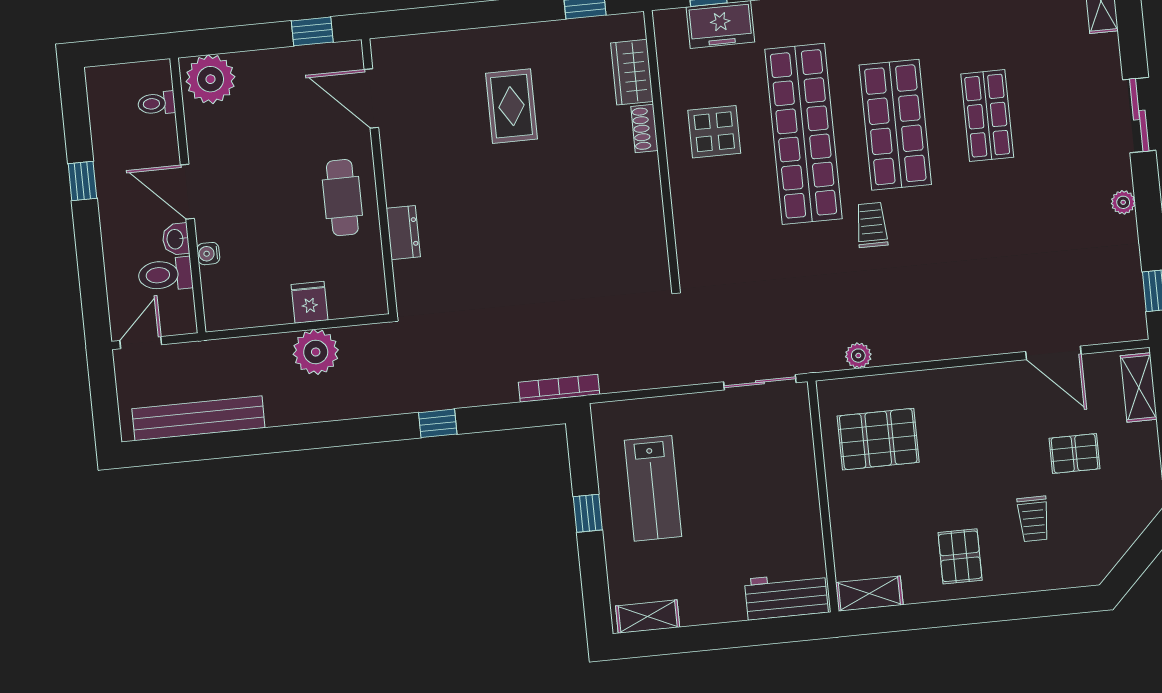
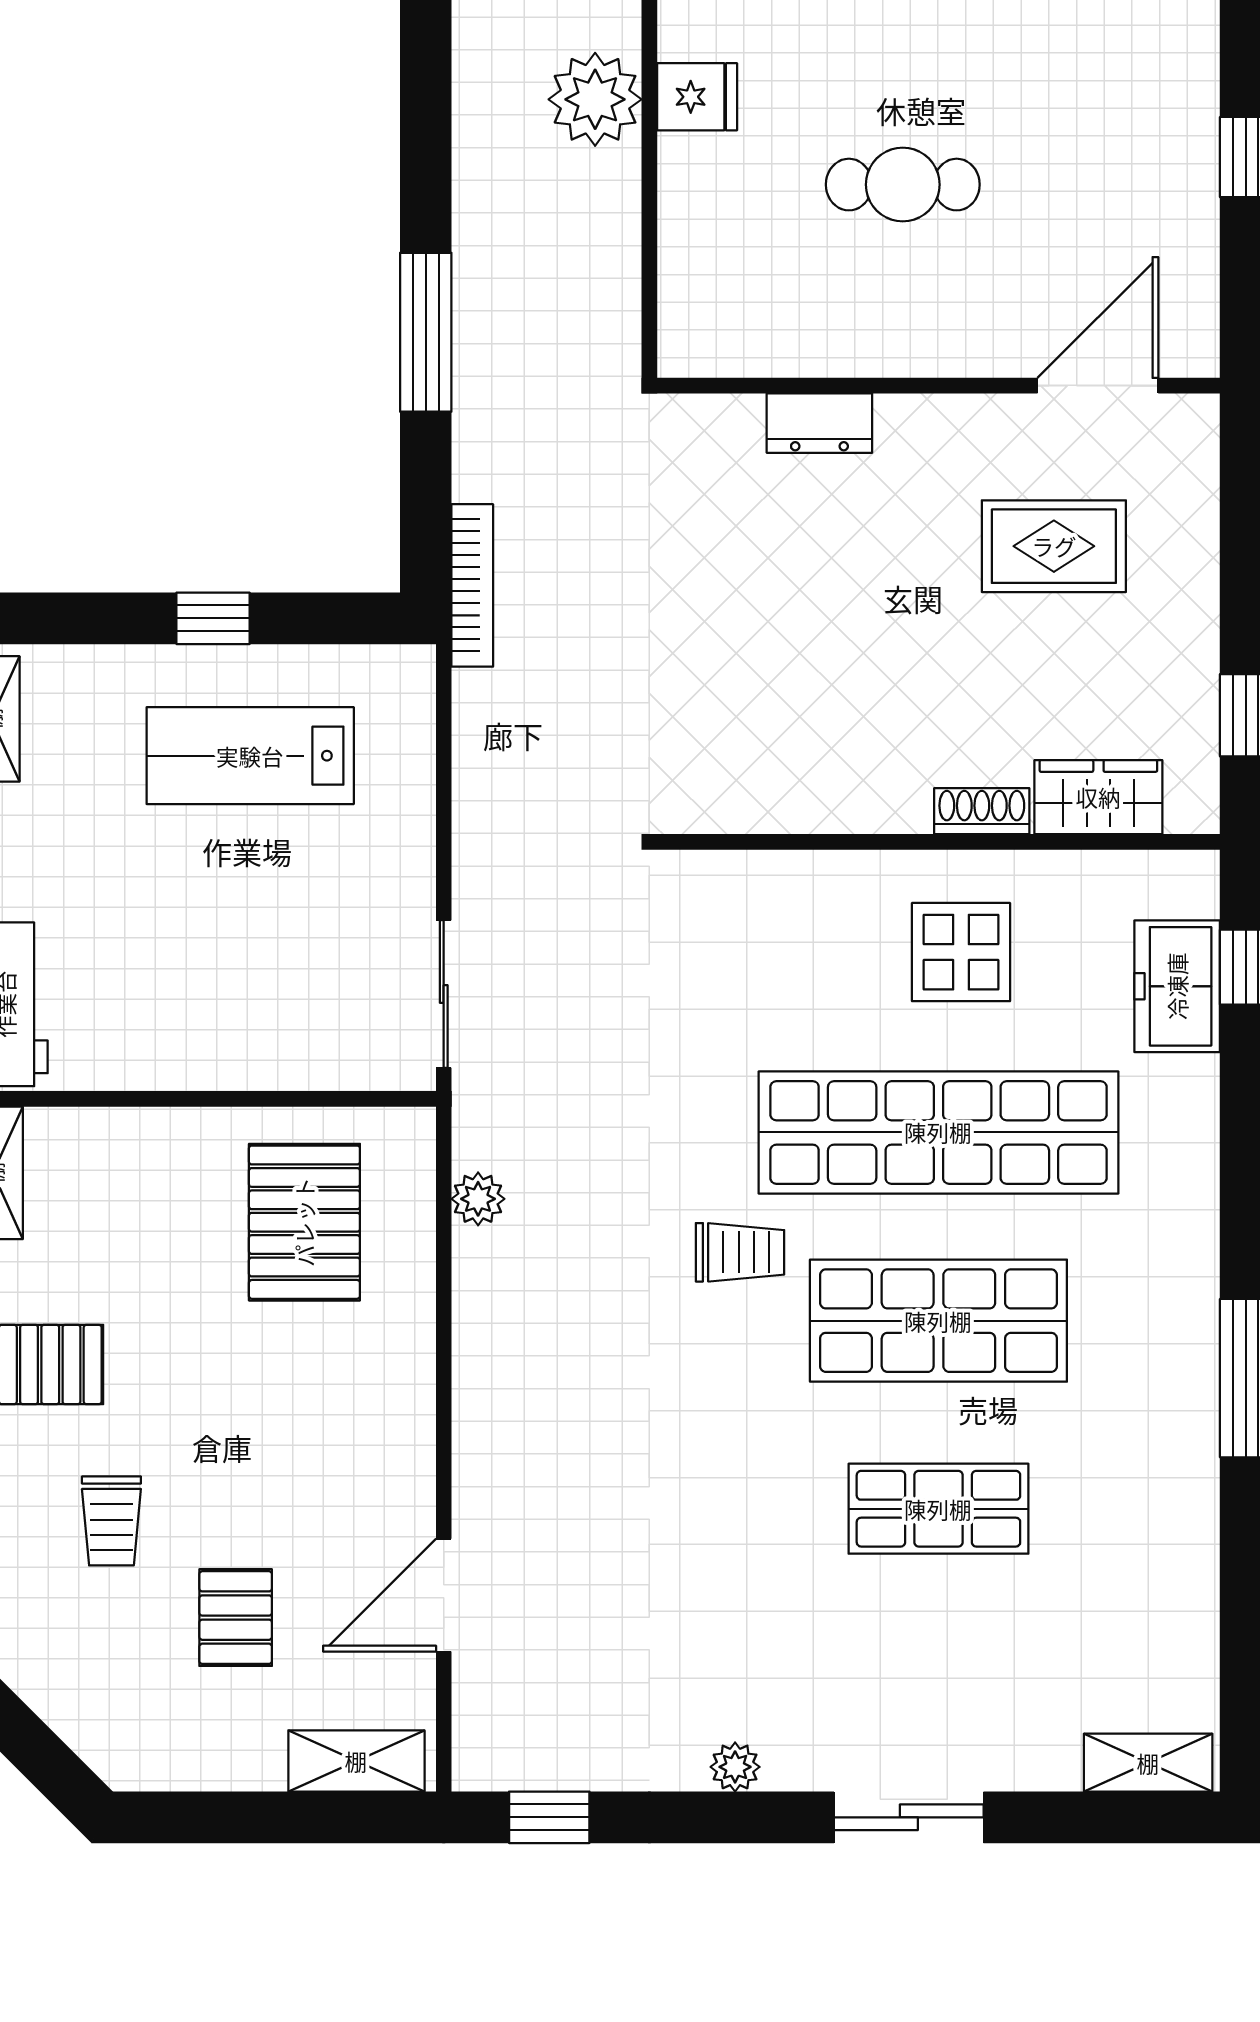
door: (371, 98) -> (1098, 386), moved
wall: (379, 176) -> (938, 386), moved
dresser: (403, 233) -> (819, 423), moved
window: (438, 423) -> (426, 332), width x2.17
trolley: (1033, 519) -> (111, 1521), turned -90

